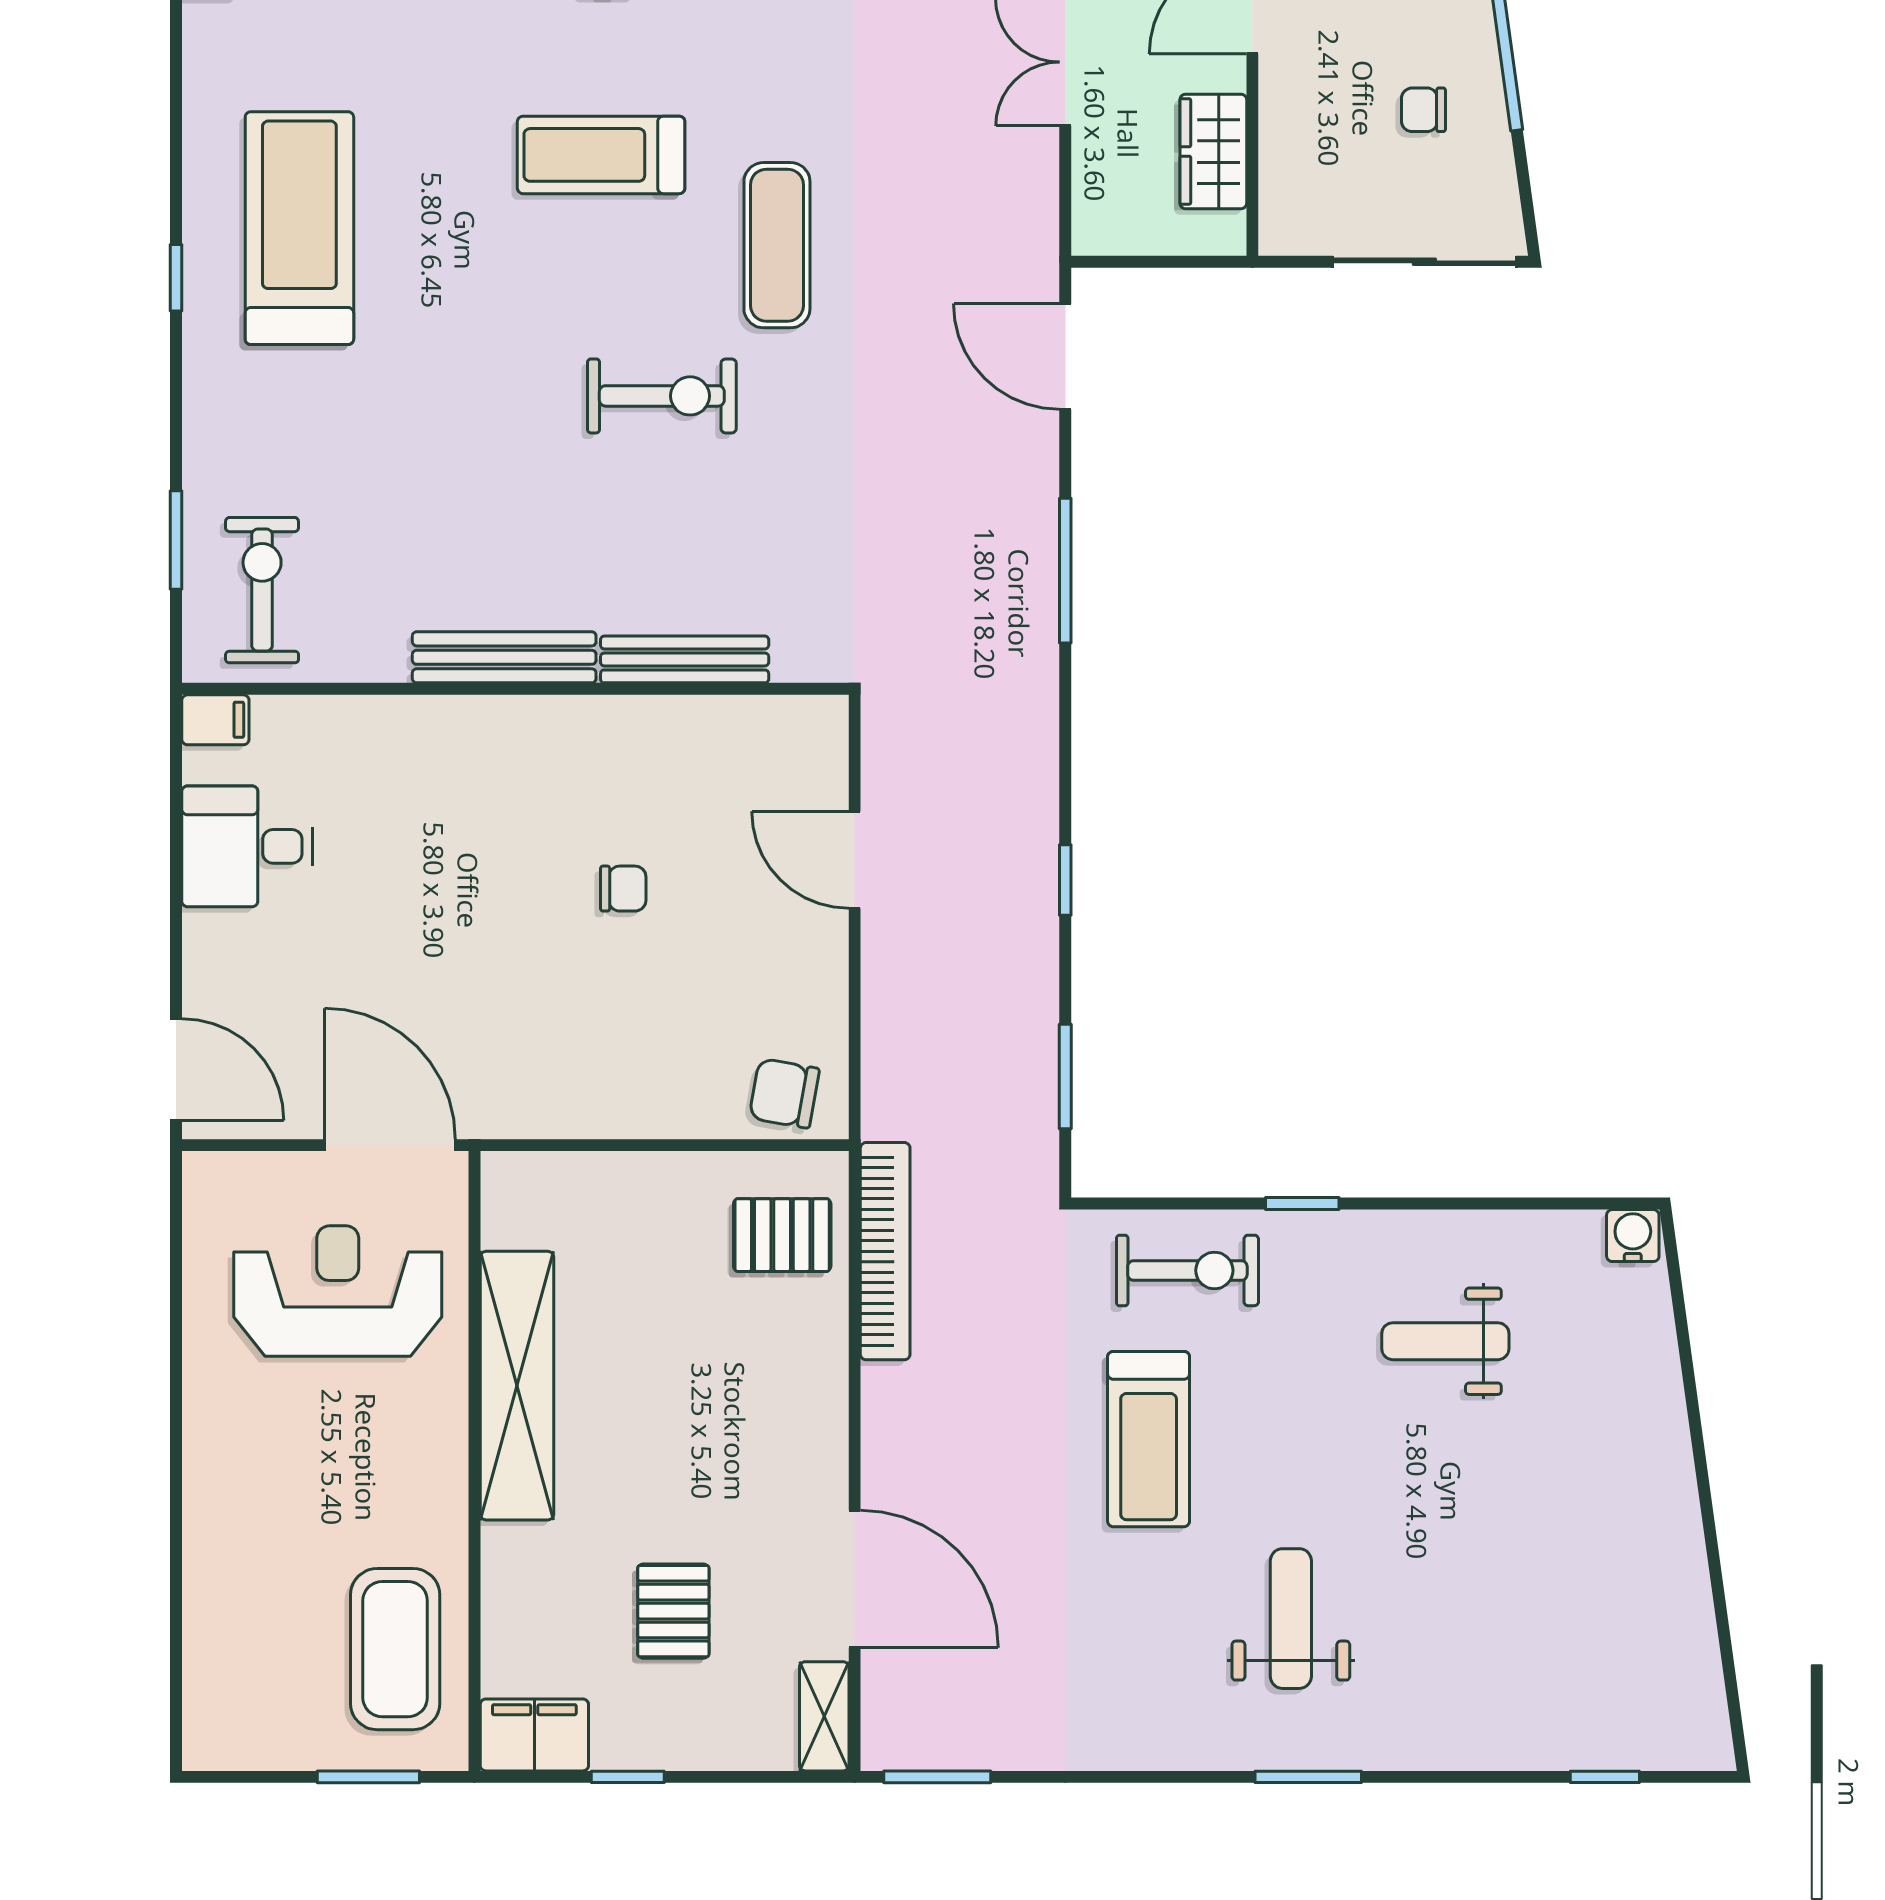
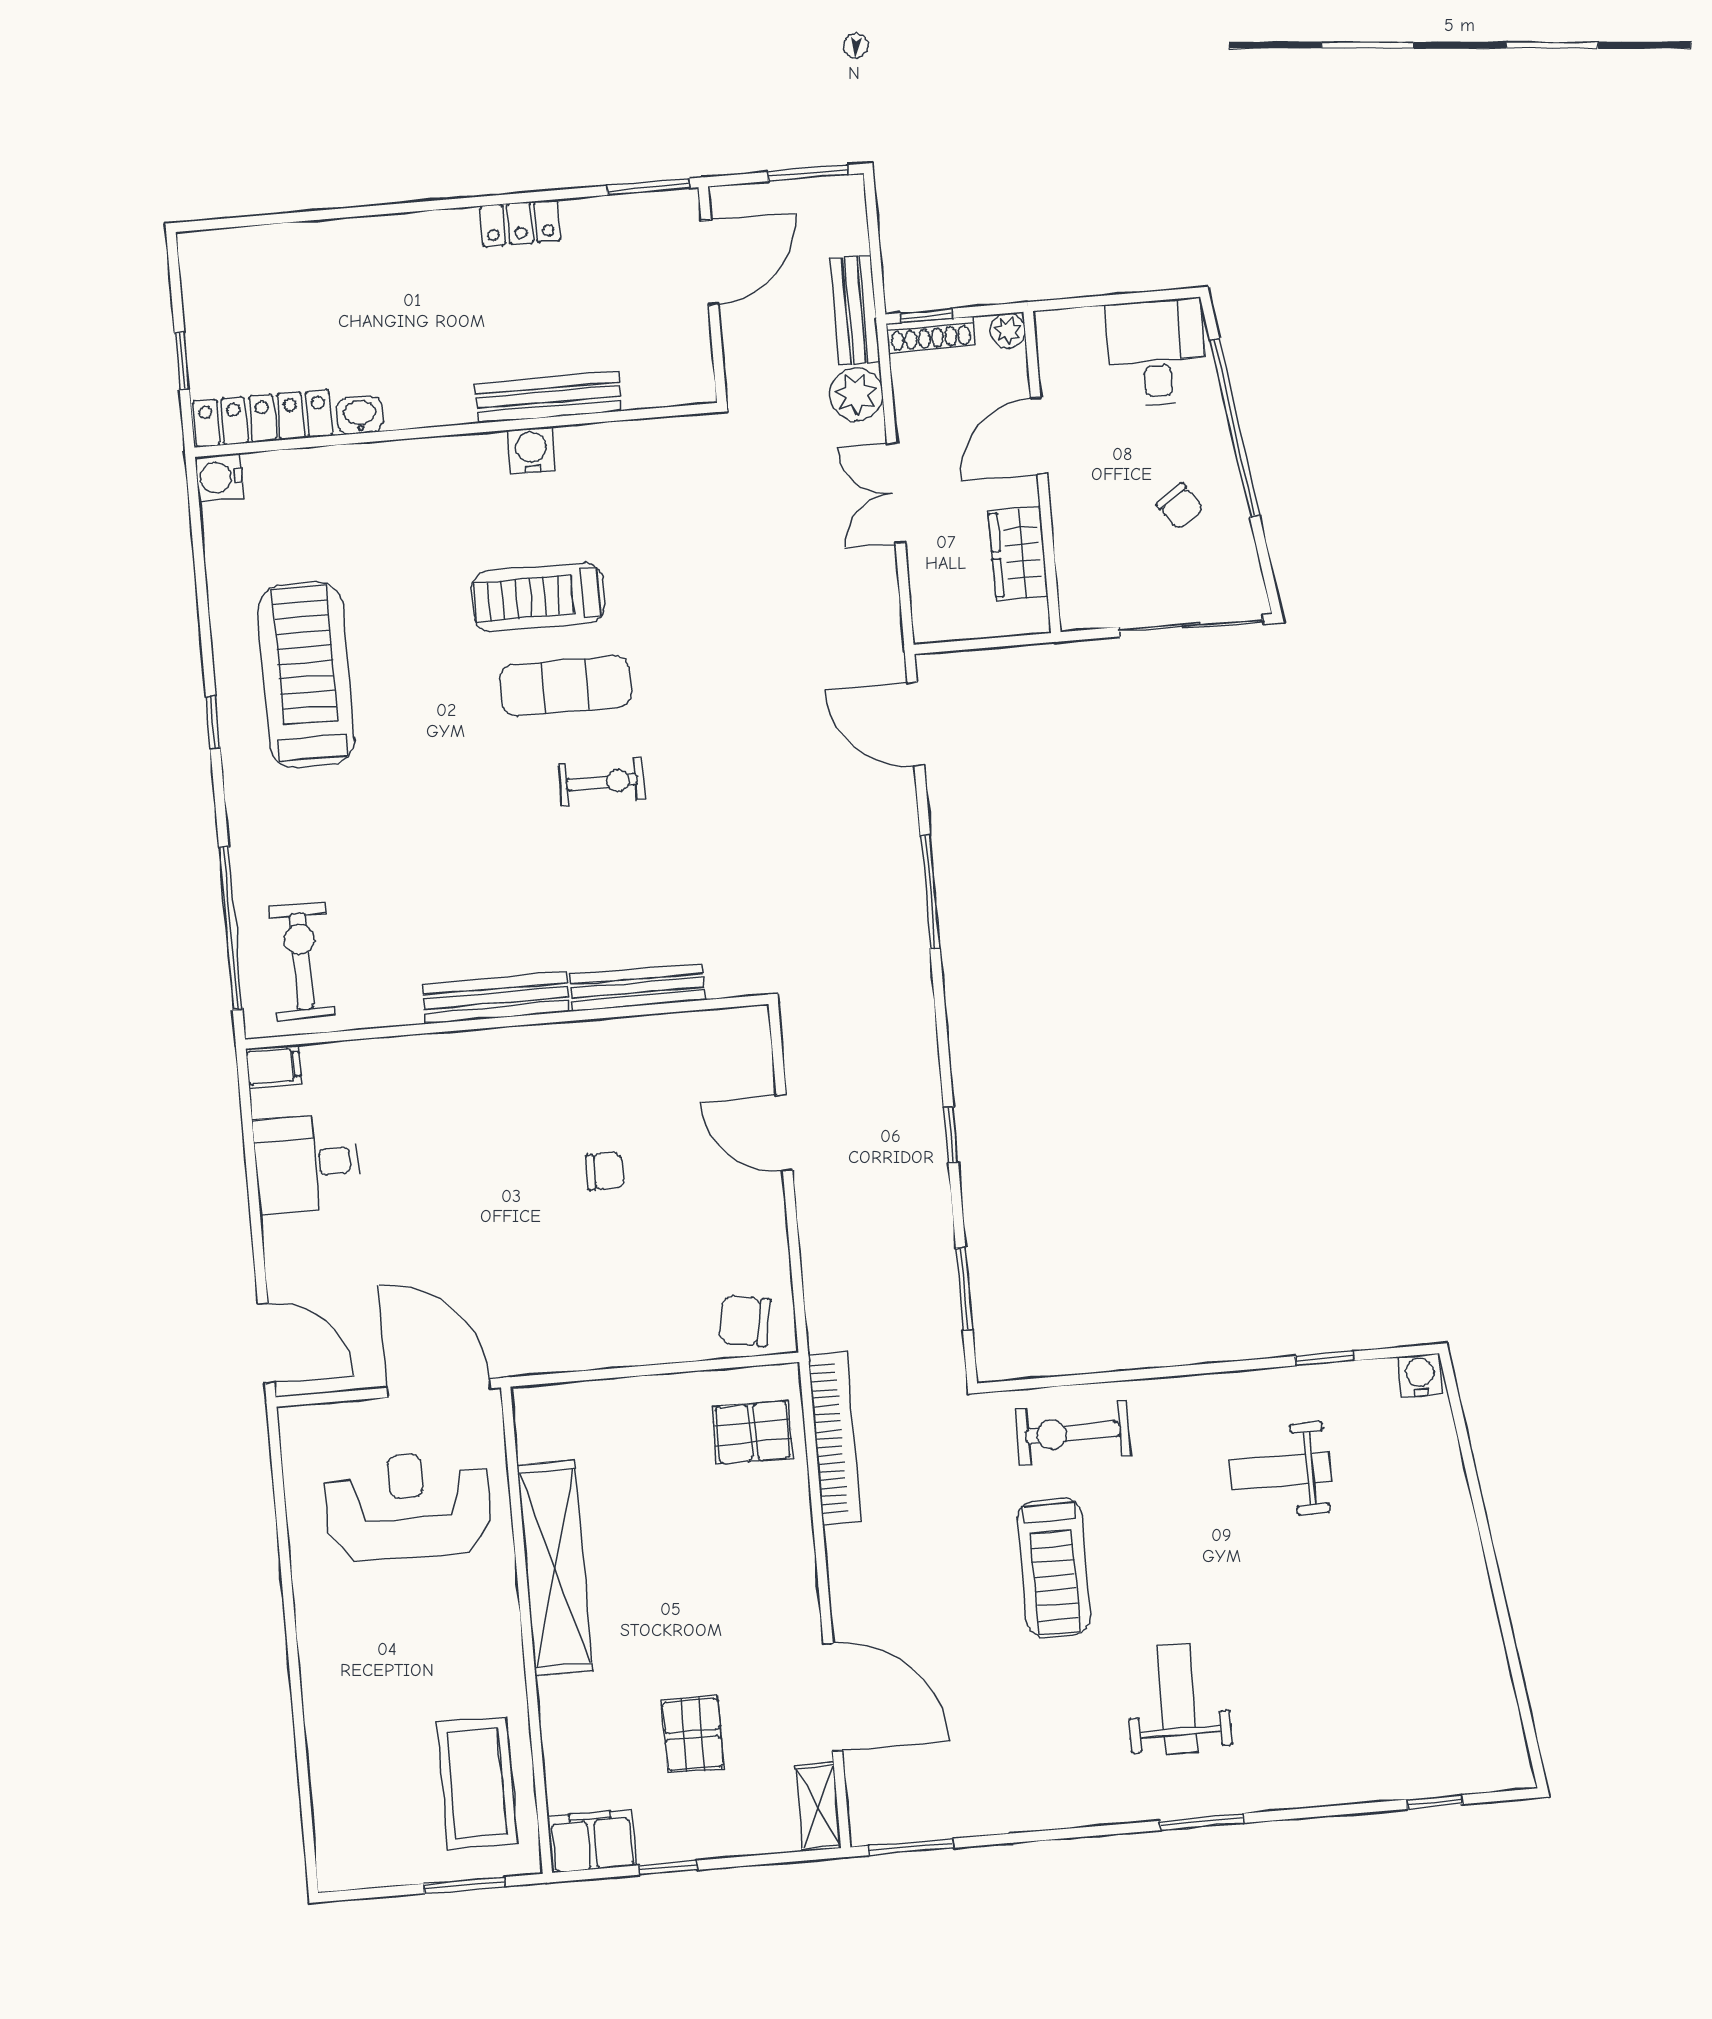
chair: (1423, 110) -> (1180, 506), turned -125
exercise mat: (777, 245) -> (566, 686), moved, turned 90
exercise bike: (662, 396) -> (602, 782), width x0.73, depth x0.72
window: (176, 540) -> (231, 928), width x2.11
window: (1302, 1204) -> (1325, 1358), moved
exercise bike: (1187, 1270) -> (1073, 1433), turned 180

